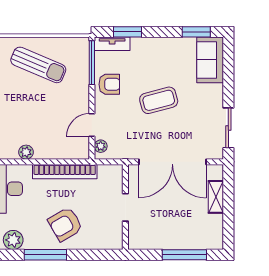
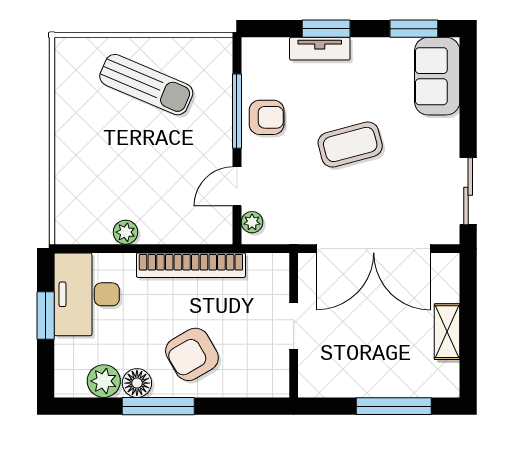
window: (127, 32) -> (326, 29), moved
tv unit: (112, 44) -> (320, 49), moved
window: (92, 63) -> (237, 111), moved
shelving: (216, 197) -> (447, 332), moved
floor lamp: (33, 241) -> (137, 383), added

